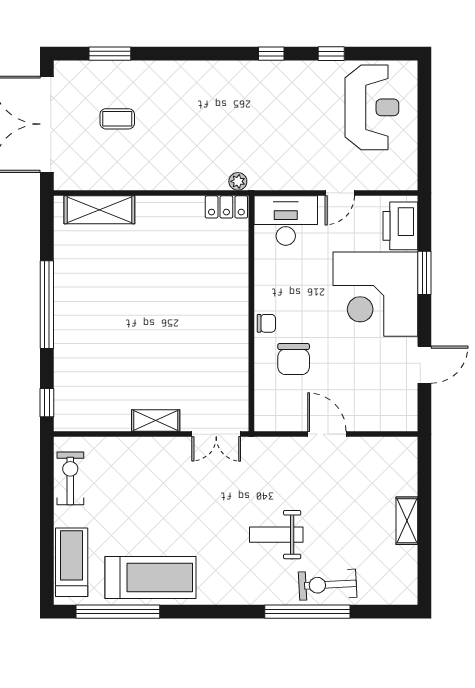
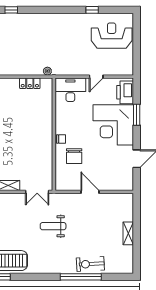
window: (271, 54) -> (11, 10), moved
reception desk: (372, 107) -> (112, 36), turned -90
locker: (226, 207) -> (30, 83), moved
weight bench: (276, 535) -> (53, 226), moved

